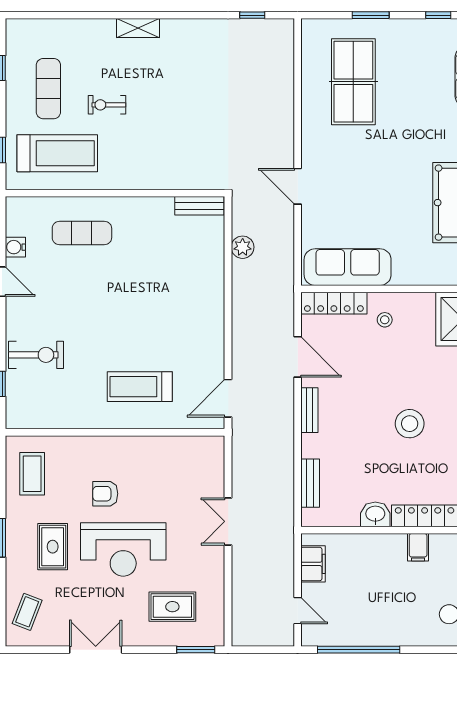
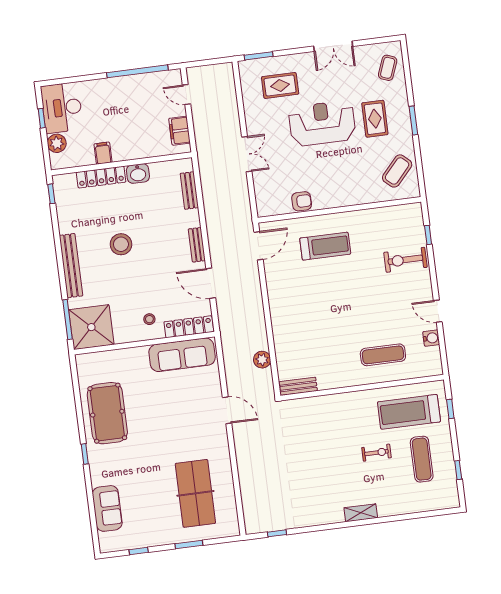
coffee table: (32, 474) -> (397, 171), turned 42
armchair: (105, 494) -> (302, 201), moved

